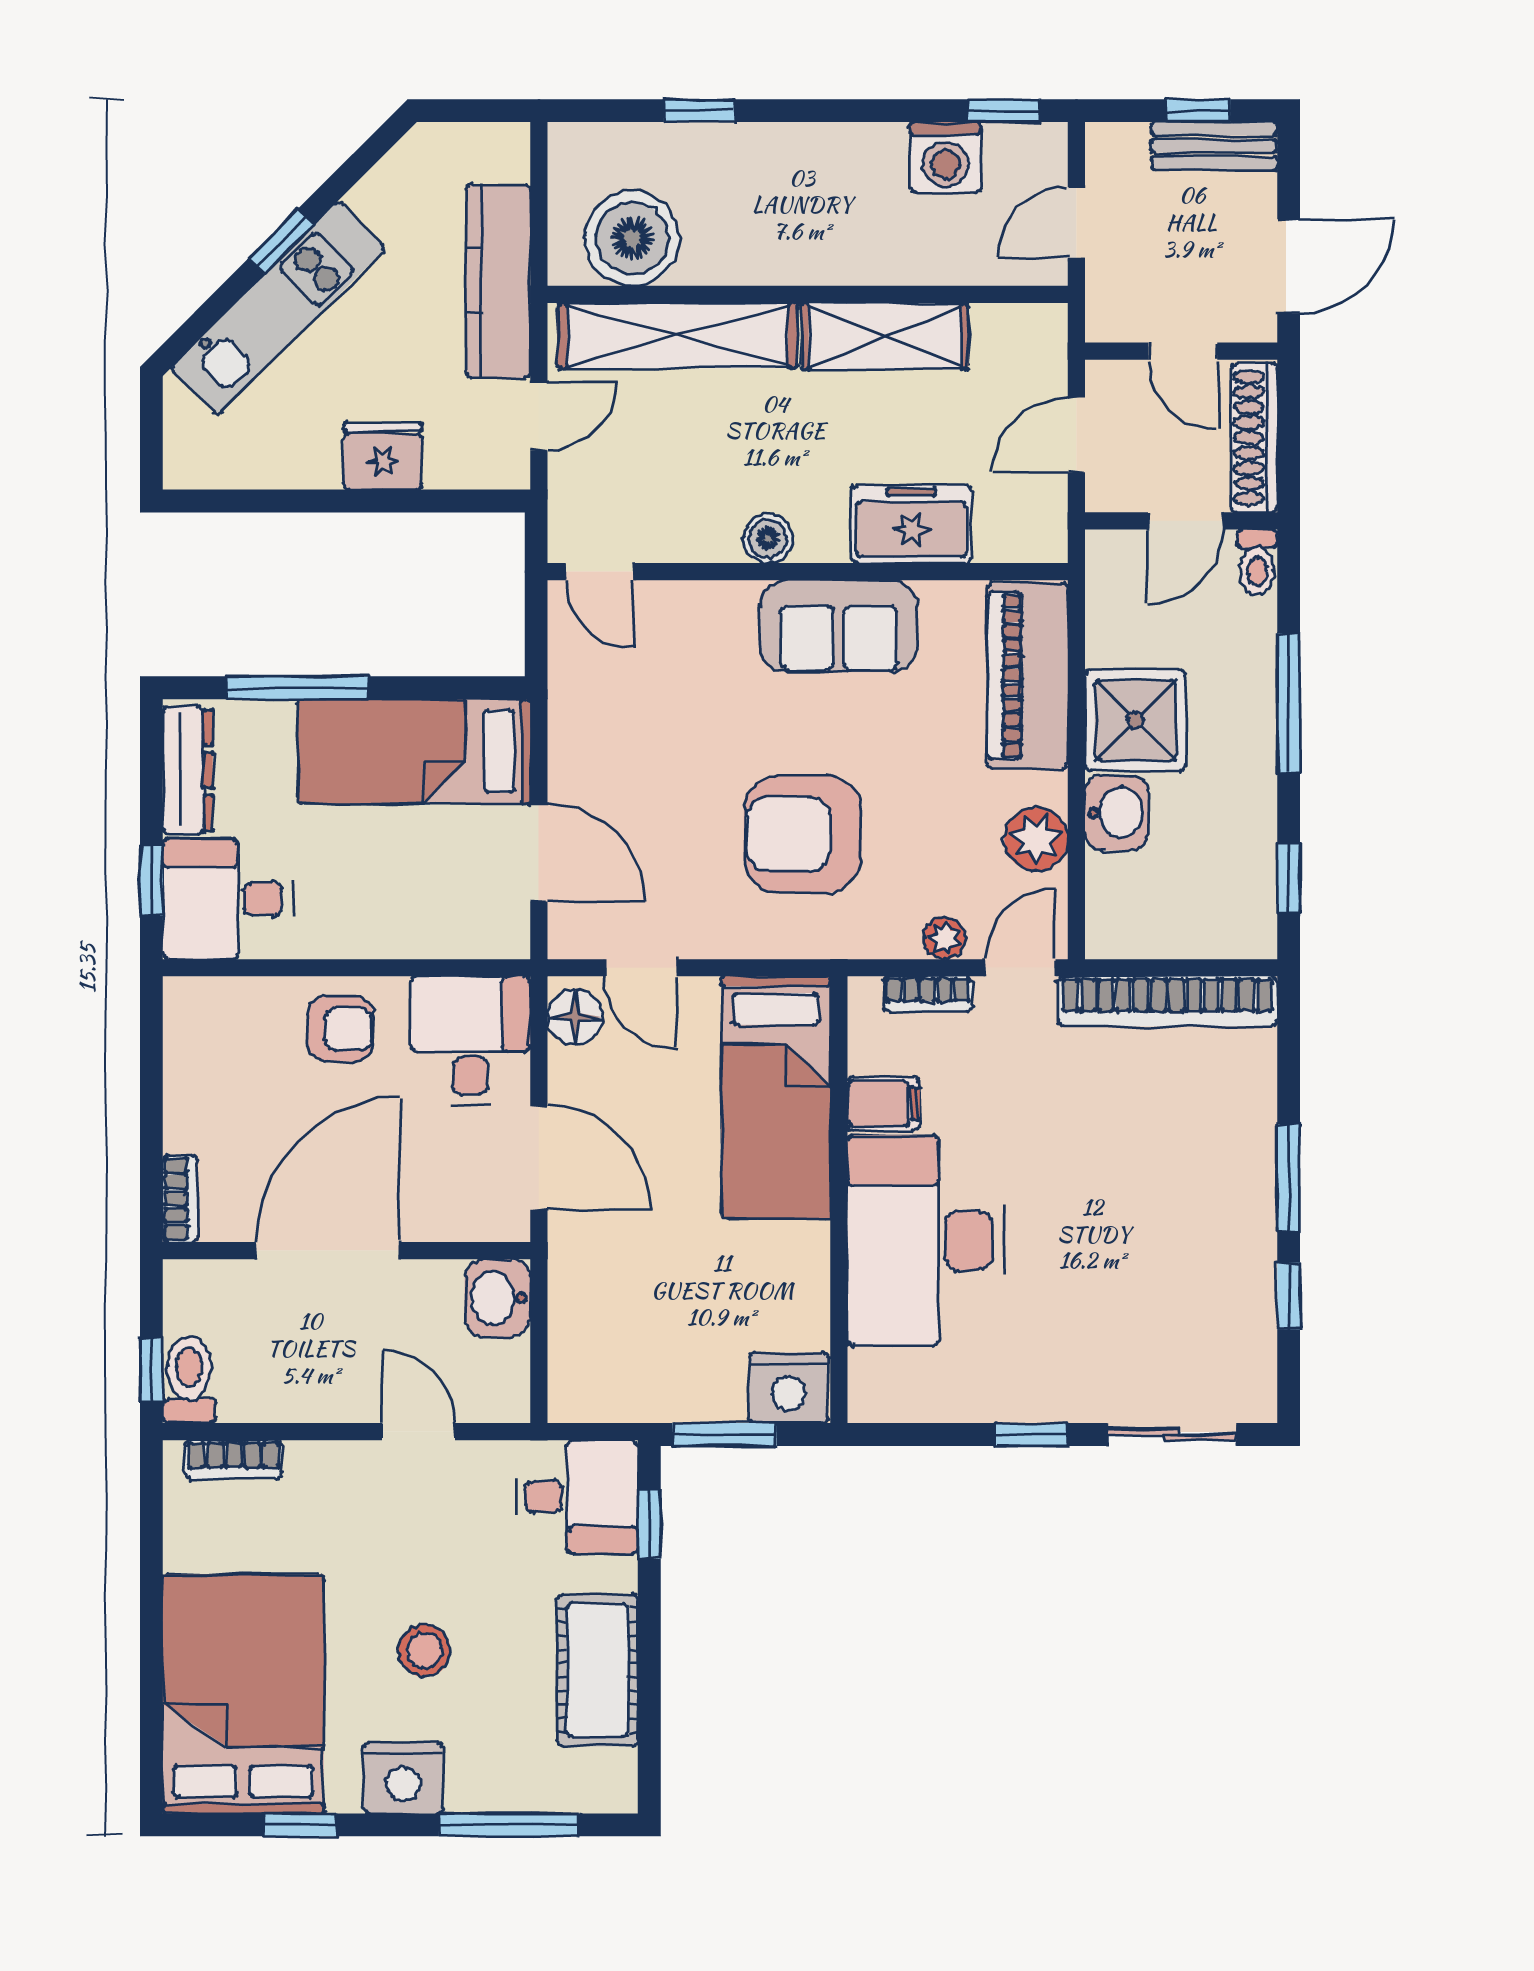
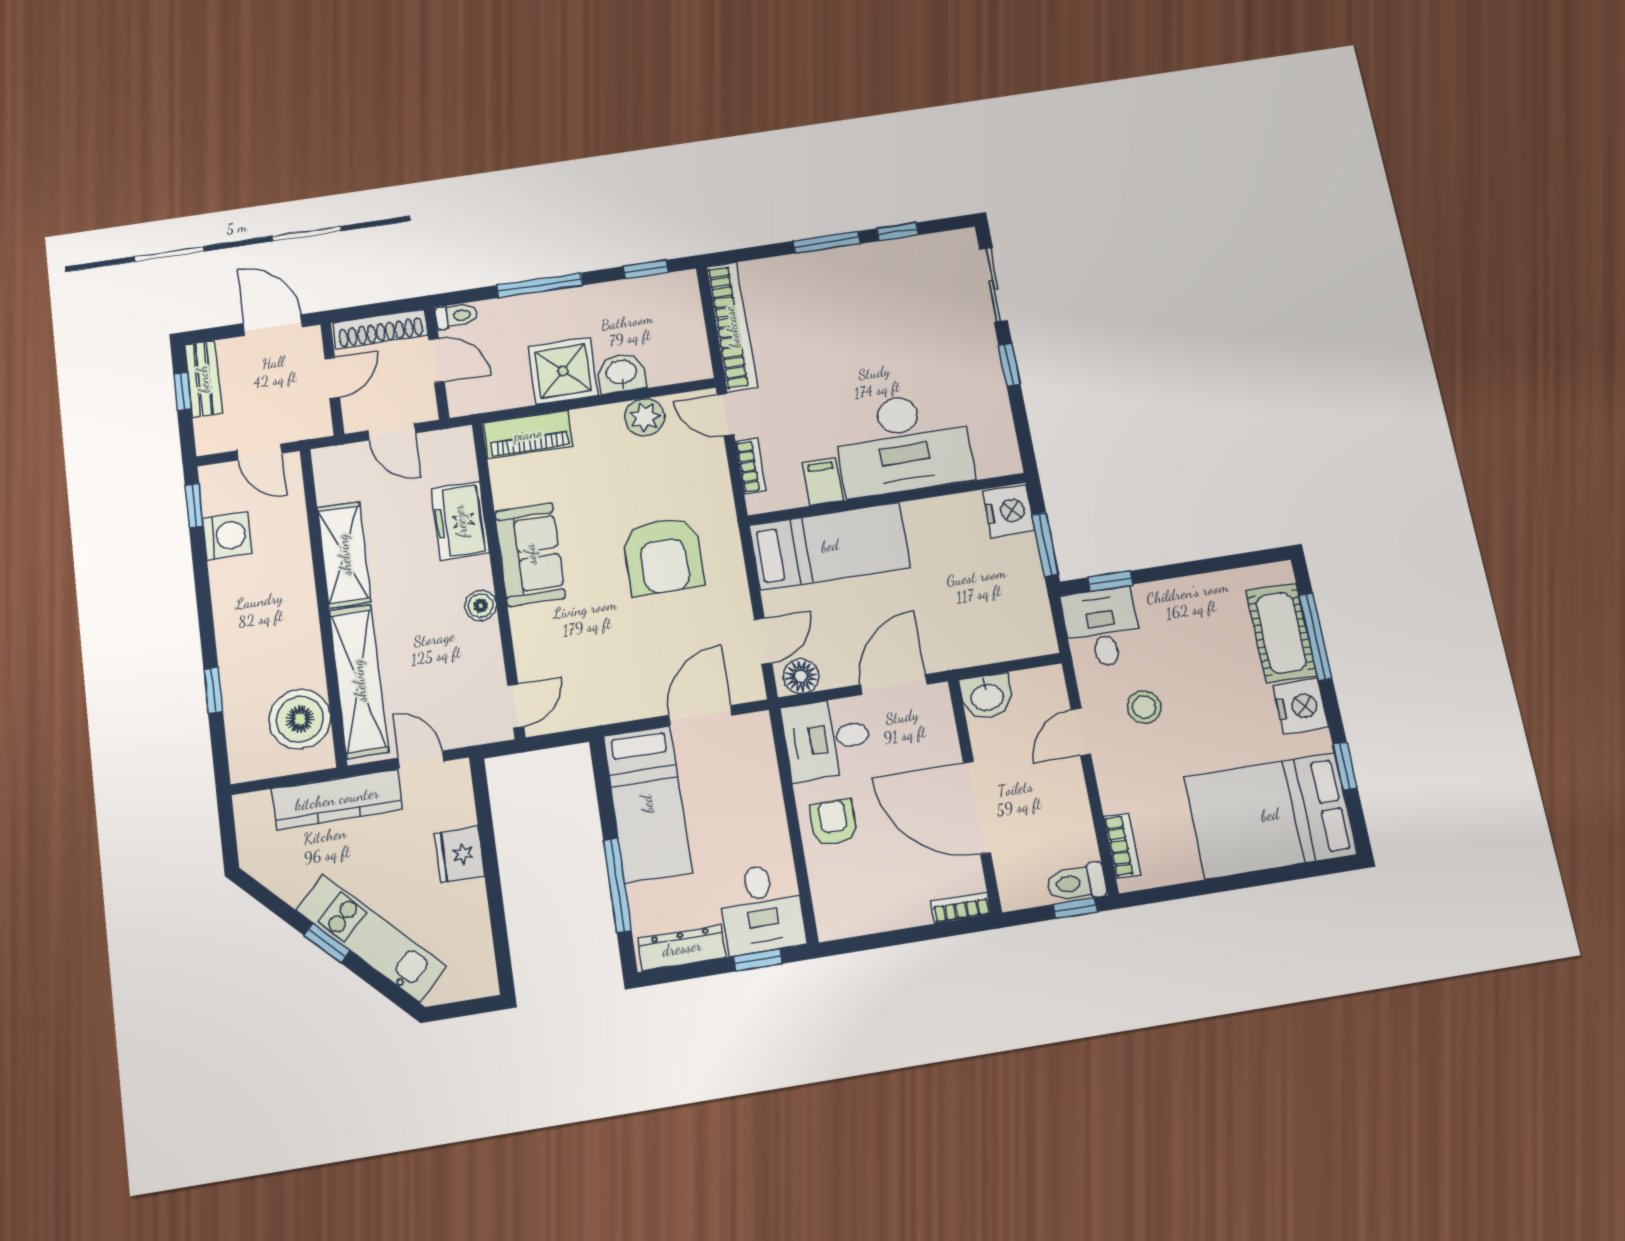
piano: (1028, 675) -> (528, 434), width x0.73, depth x0.75
plant: (944, 938) -> (715, 462), removed
stool: (424, 1651) -> (1144, 707), moved
cot: (598, 1670) -> (1281, 633), moved, turned 90

